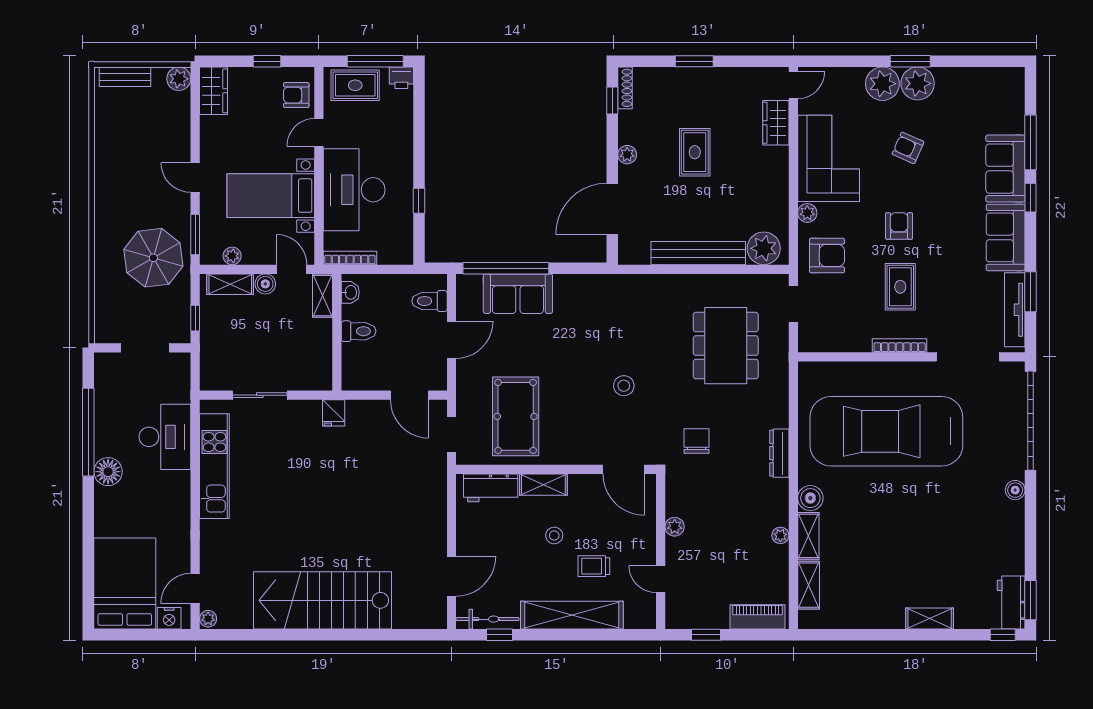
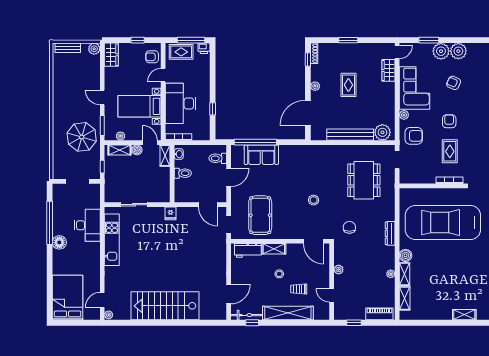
window: (910, 61) -> (429, 40), moved
nightstand: (169, 618) -> (89, 315), removed

